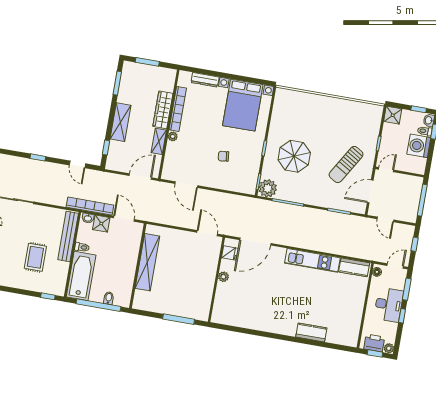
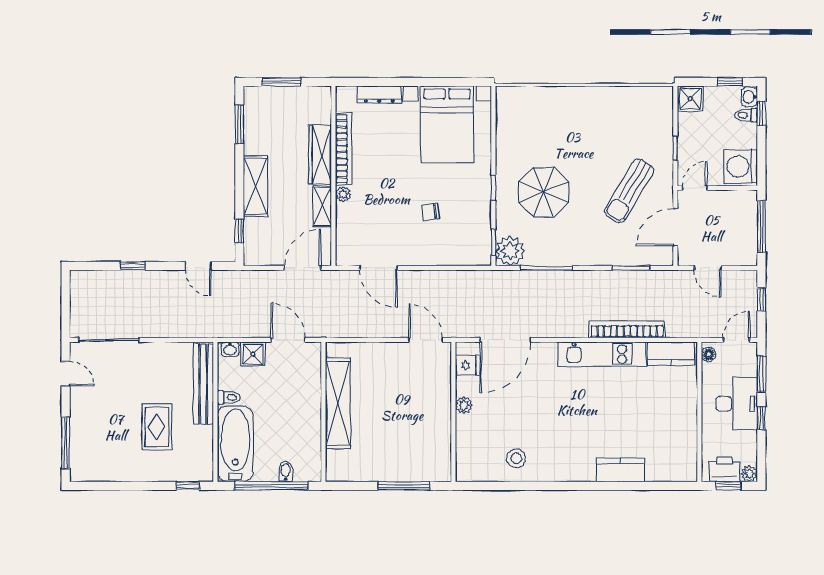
washing machine: (419, 146) -> (741, 166), moved
bookcase: (90, 206) -> (627, 329), moved
stool: (249, 314) -> (516, 458), added

